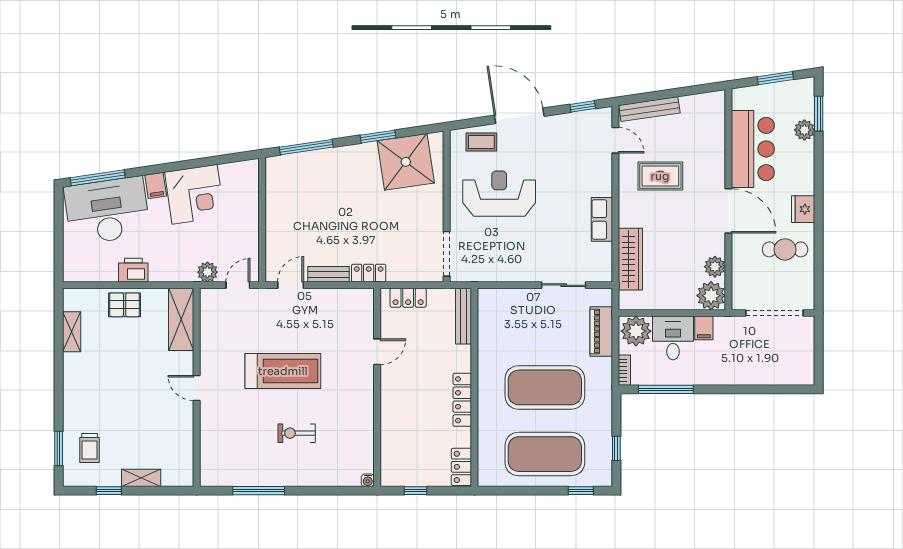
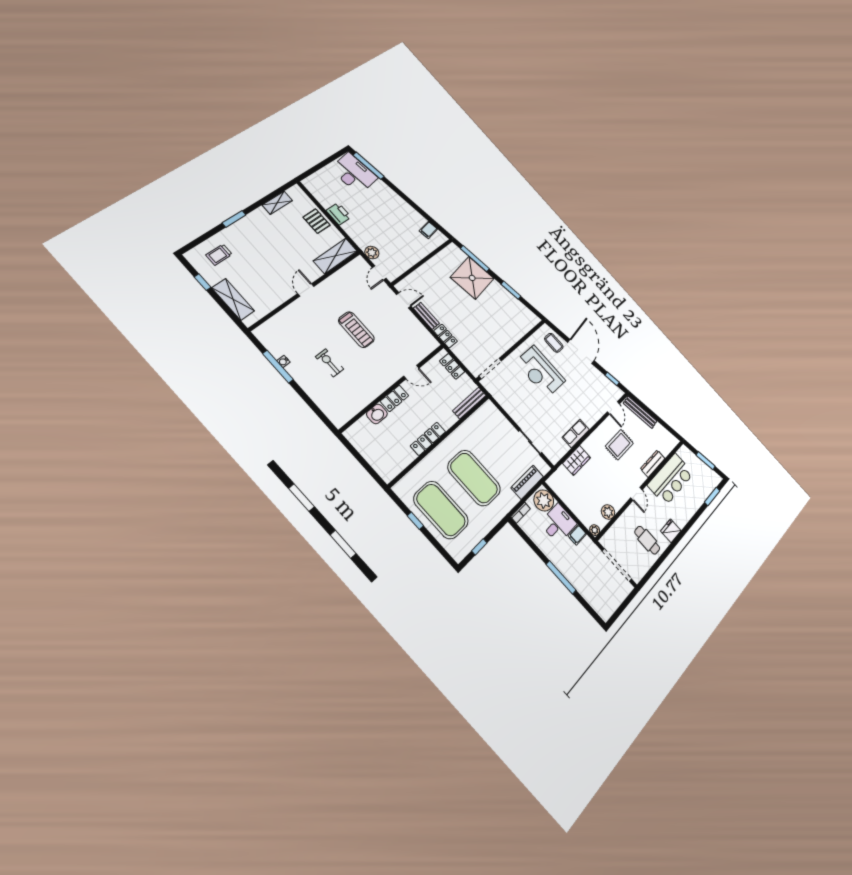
plant: (804, 130) -> (700, 496), removed
dresser: (717, 154) -> (653, 464), added
shower: (406, 162) -> (472, 278), moved
rug: (660, 176) -> (619, 445), turned 90
filing cabinet: (156, 186) -> (428, 230), moved
corner desk: (195, 194) -> (404, 219), removed
reception desk: (499, 194) -> (540, 371), turned 180
desk: (107, 211) -> (354, 173), width x0.73, depth x0.77
door: (728, 211) -> (636, 494), width x0.53
wardrobe: (630, 259) -> (577, 460), width x0.67
door: (238, 285) -> (379, 273), swing flipped
plant: (711, 296) -> (595, 530), width x0.53, depth x0.53
treadmill: (283, 371) -> (356, 330), width x0.73, depth x0.73
window: (666, 389) -> (561, 577), moved
washbasin: (391, 431) -> (377, 414), added
window: (59, 448) -> (234, 219), moved
locker: (461, 467) -> (394, 398), moved, turned 180
shelving: (141, 478) -> (233, 299), width x1.50, depth x1.33
water cooler: (368, 480) -> (283, 361), moved
window: (416, 491) -> (357, 455), removed
window: (581, 491) -> (415, 521), moved

